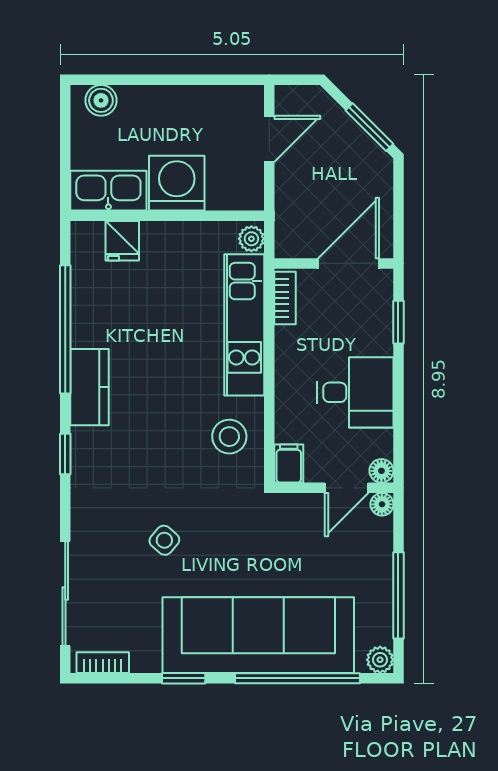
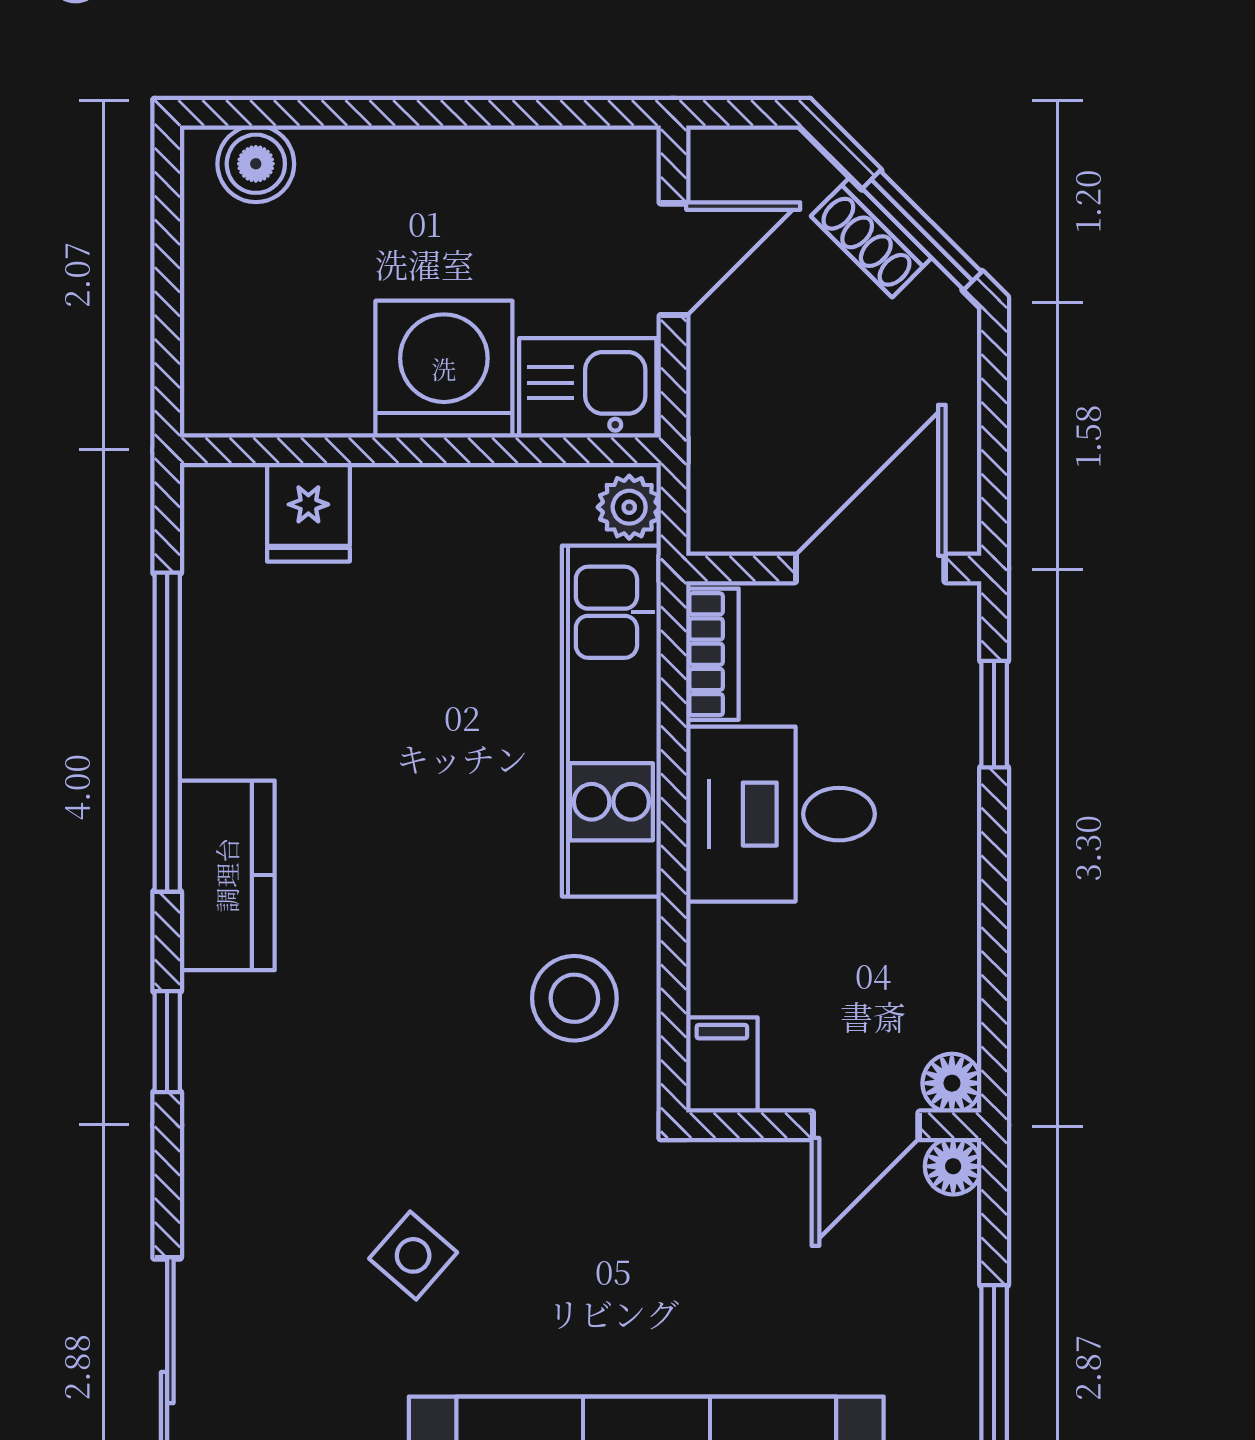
shoe rack: (349, 130) -> (871, 237), added
kitchen sink: (108, 191) -> (588, 388), moved, width x0.73
desk: (355, 392) -> (781, 814), moved, turned 180

